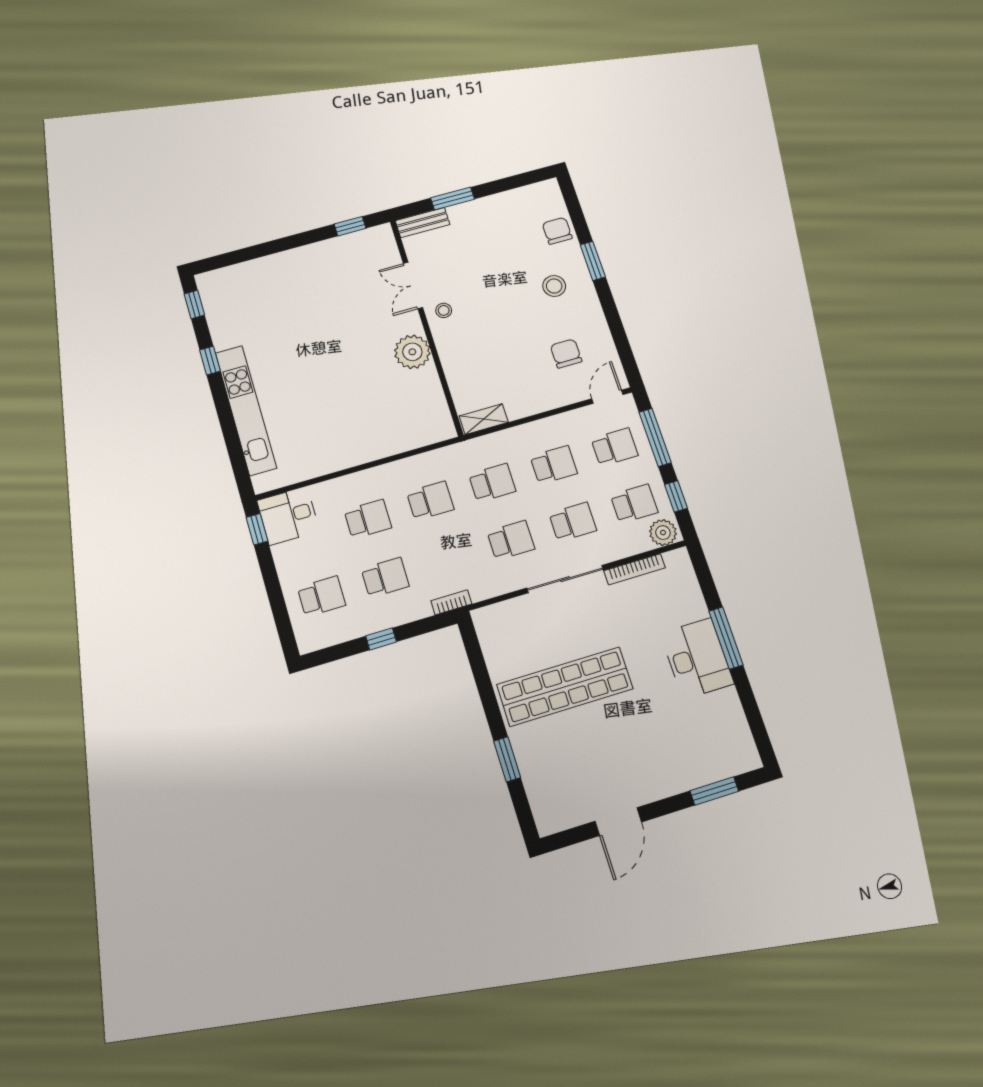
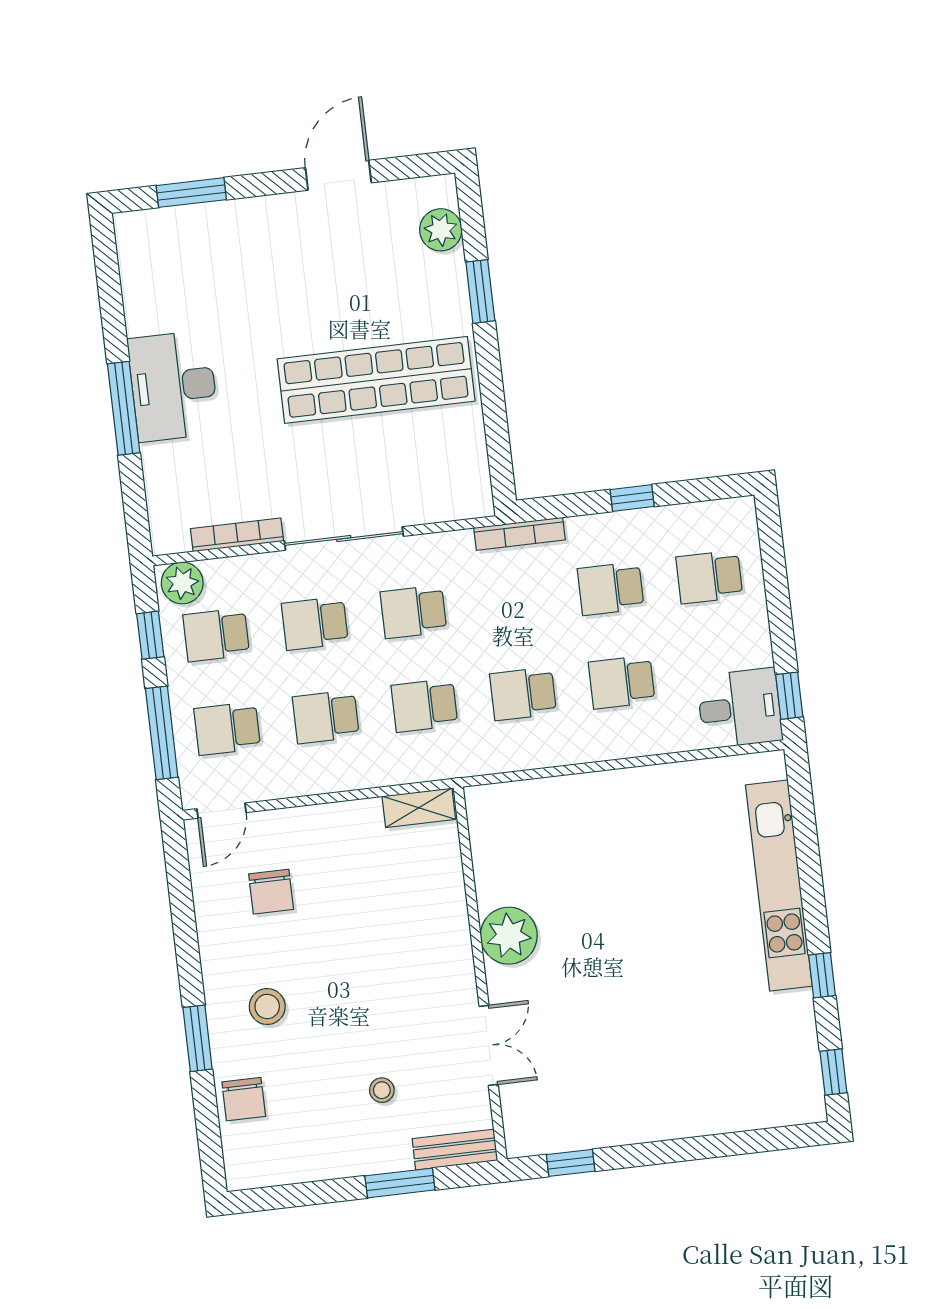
stool: (444, 310) -> (382, 1090), moved
bookcase: (451, 602) -> (519, 534), width x1.56
plant: (542, 797) -> (441, 230), added

